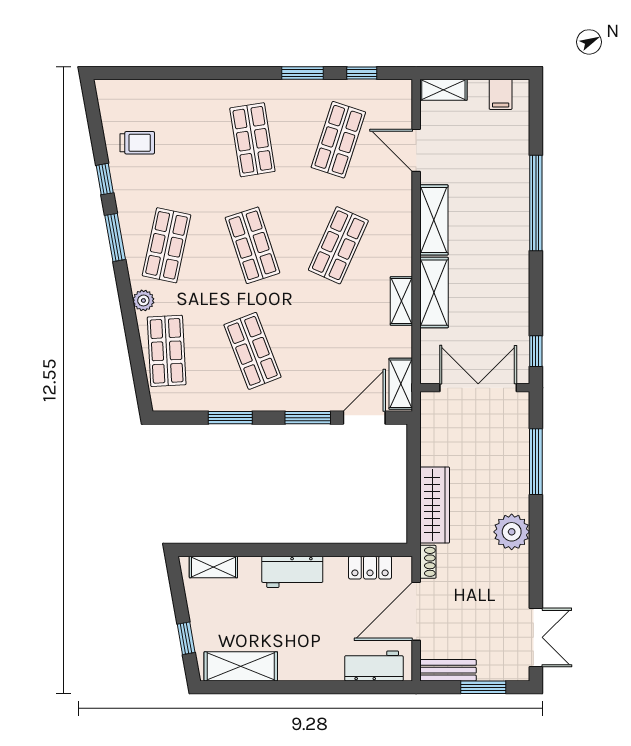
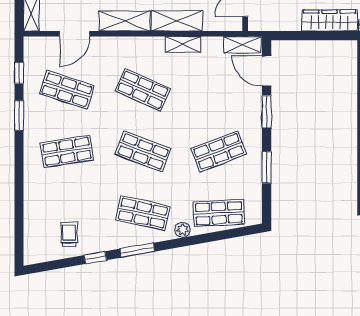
shop shelf: (252, 245) -> (143, 151), turned 39

